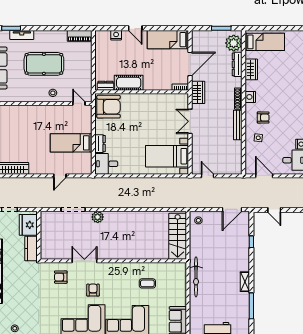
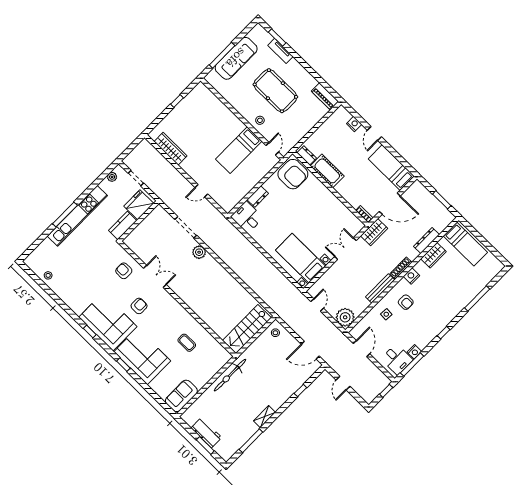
plant: (234, 43) -> (345, 317), moved
bed: (71, 143) -> (239, 150), moved, turned -90

